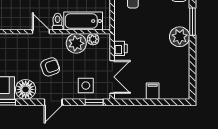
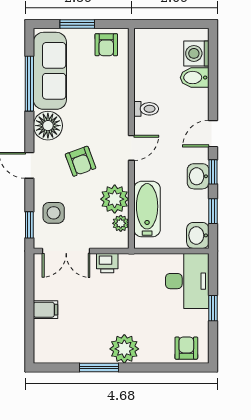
toilet: (58, 22) -> (146, 109), moved
window: (192, 22) -> (99, 367), moved

